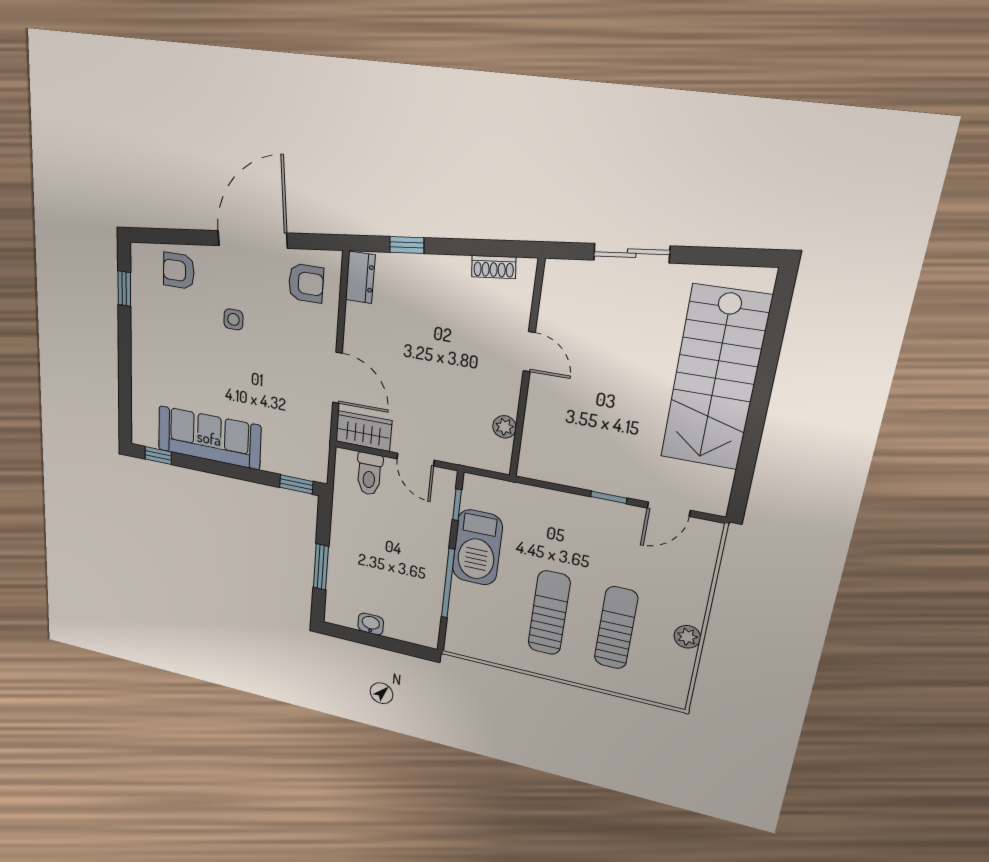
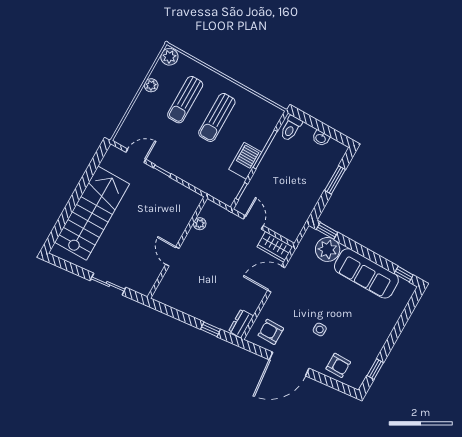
shoe rack: (494, 267) -> (173, 303), removed
door: (337, 378) -> (276, 279), hinge flipped
plant: (282, 455) -> (328, 249), added
toilet: (369, 474) -> (291, 128), moved, turned 180
barbecue: (477, 548) -> (245, 161), width x0.73, depth x0.83
plant: (672, 691) -> (169, 57), added

